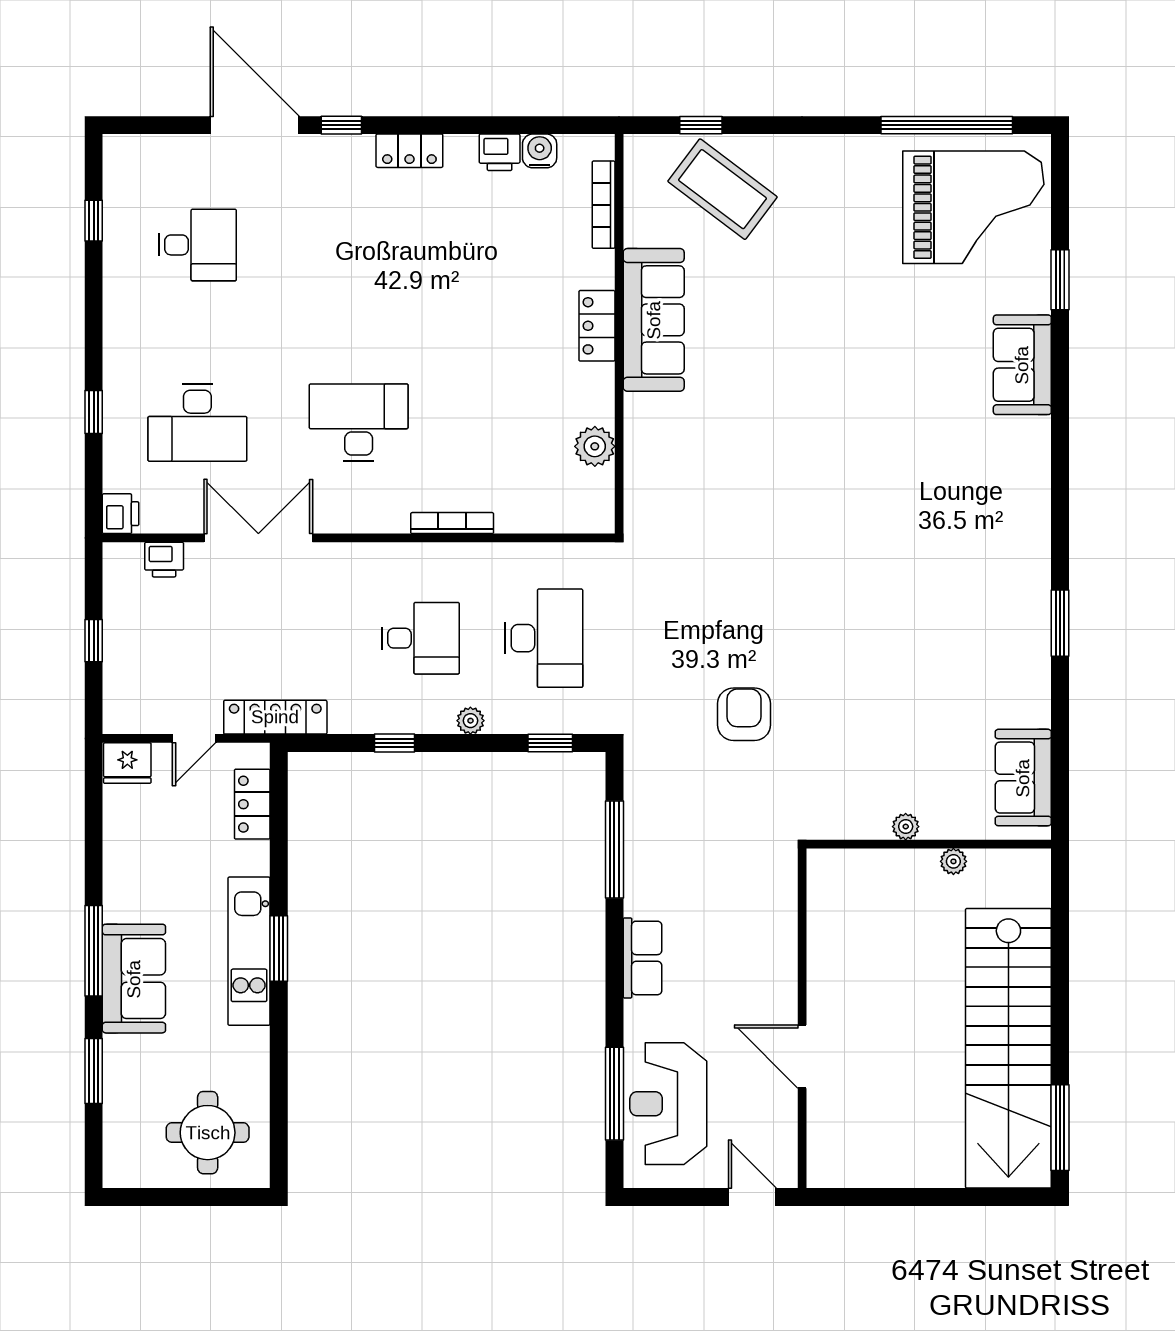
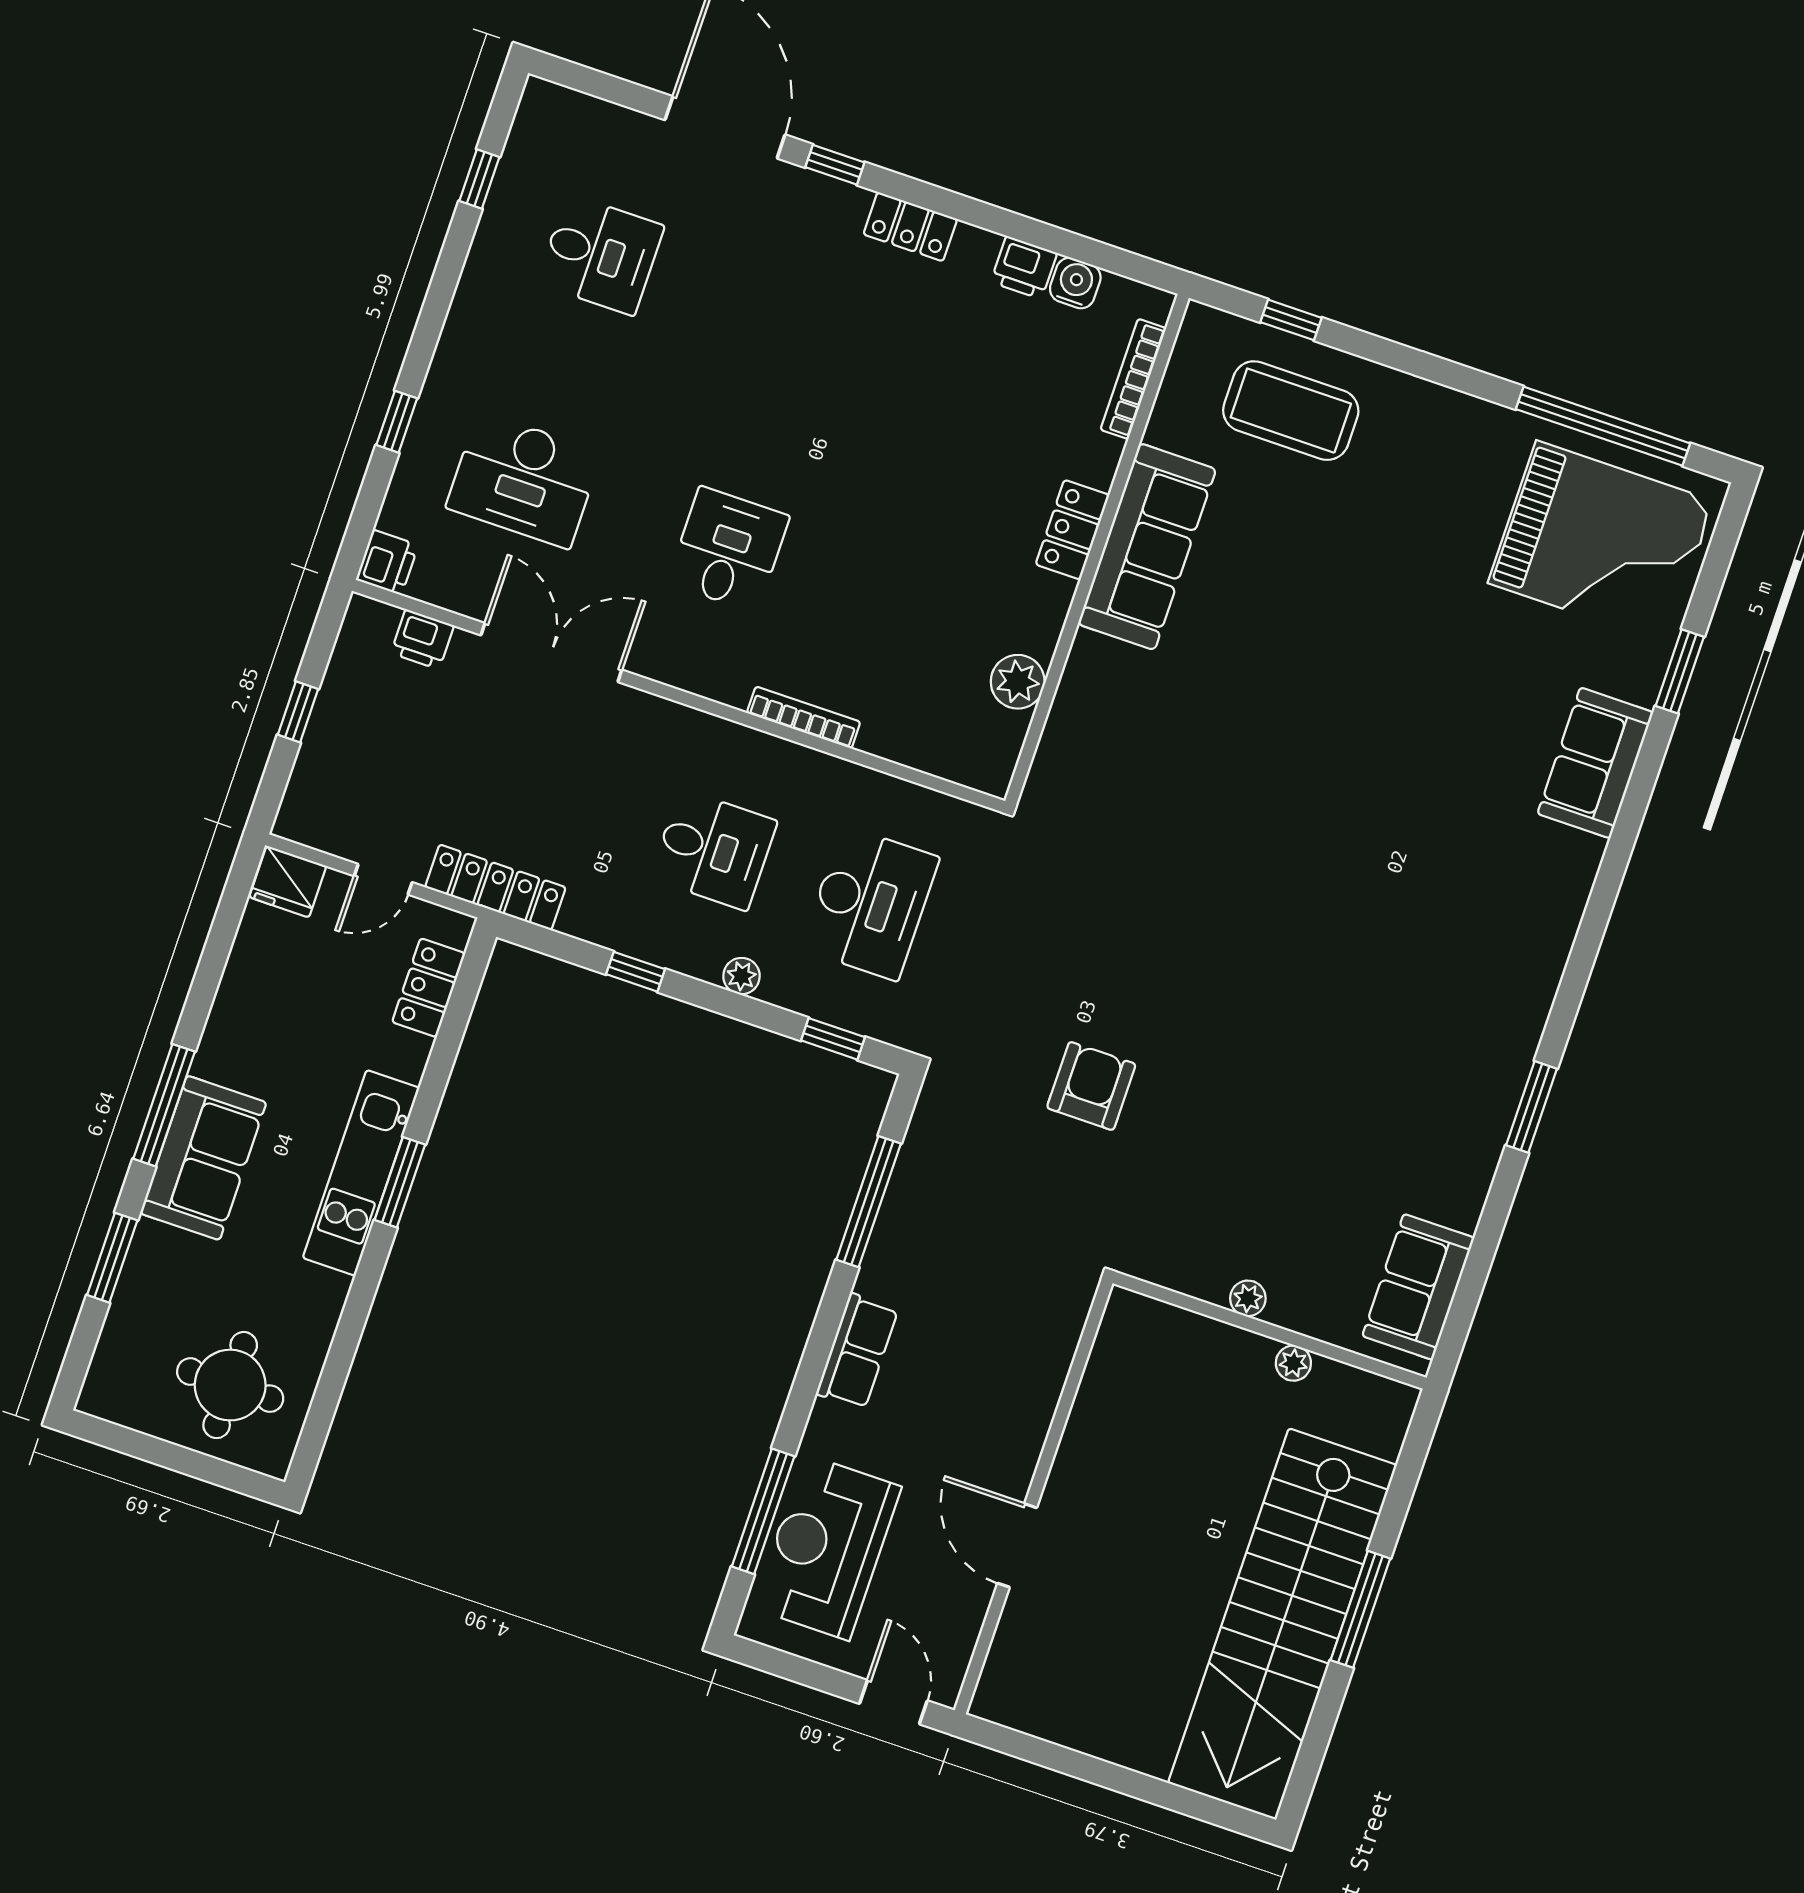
coffee table: (722, 189) -> (1291, 411), turned -37
desk: (359, 423) -> (728, 550), width x0.73
window: (1060, 1128) -> (1360, 1609), moved

